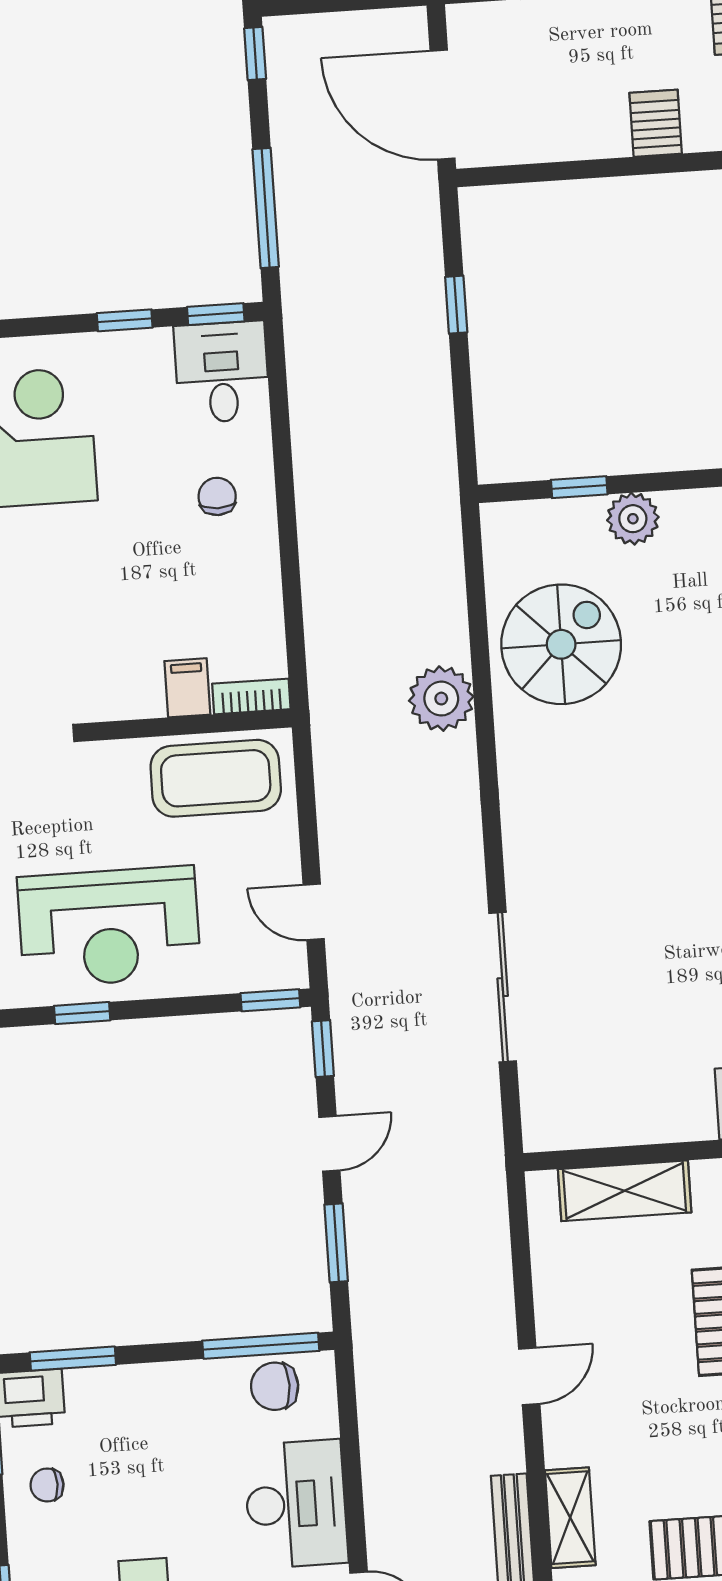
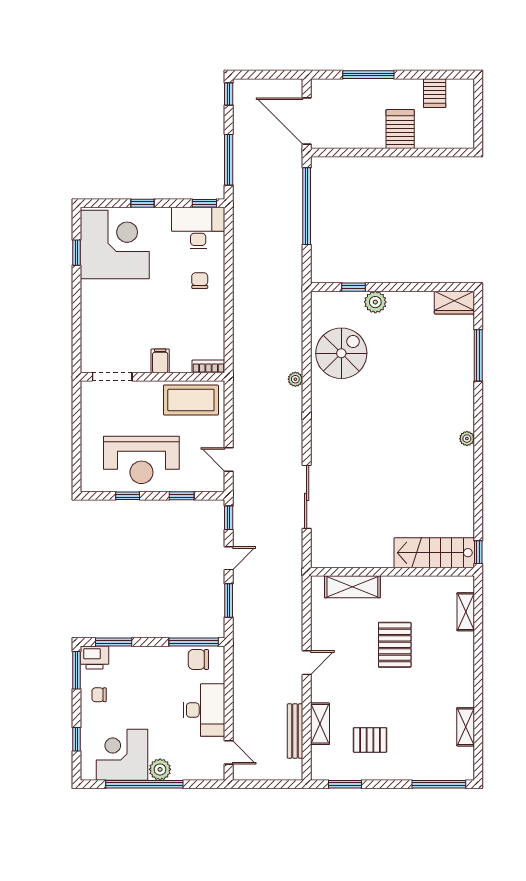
server rack: (656, 123) -> (400, 129), width x1.36, depth x1.44
window: (456, 305) -> (307, 206), width x3.17
window: (125, 320) -> (143, 203), moved
desk: (222, 372) -> (198, 228), width x1.37
filing cabinet: (187, 688) -> (160, 361), moved
plant: (441, 699) -> (295, 379), width x0.53, depth x0.53
window: (270, 1000) -> (182, 496), moved

